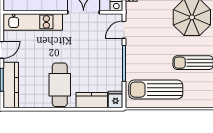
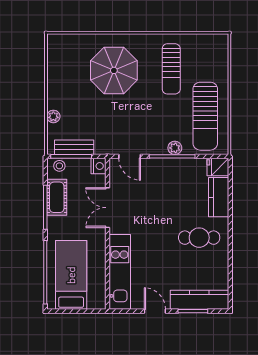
plant: (131, 65) -> (175, 148), added
cafe table: (60, 85) -> (199, 238), width x0.73, depth x0.74

